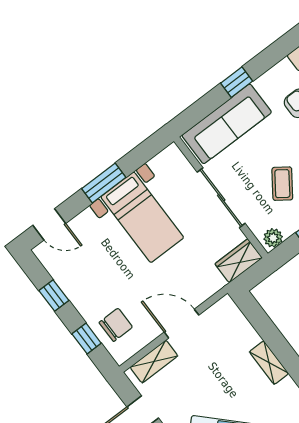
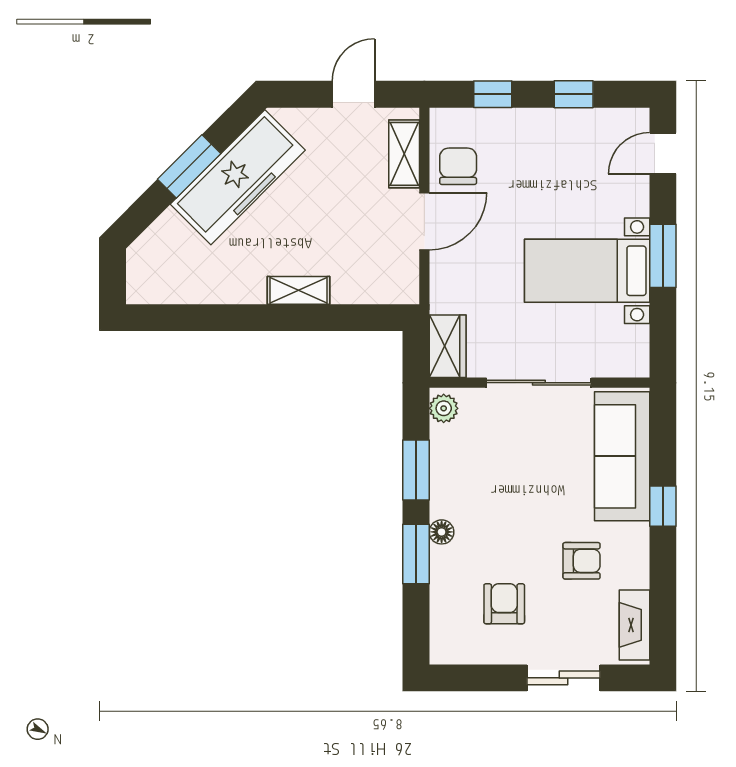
coffee table: (282, 184) -> (500, 469), removed
chair: (116, 325) -> (458, 166), moved, turned 180

